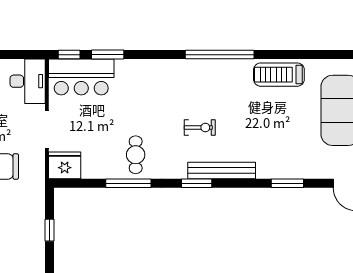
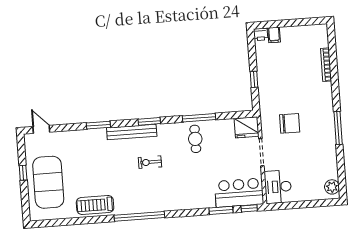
treadmill: (279, 75) -> (95, 205), turned 180
window: (287, 183) -> (98, 125), moved

